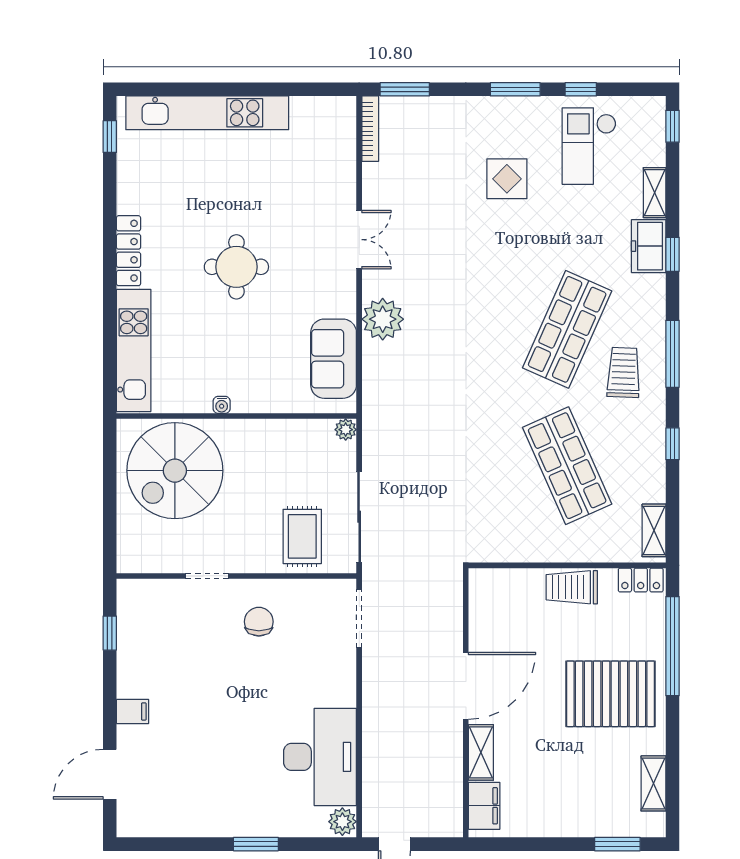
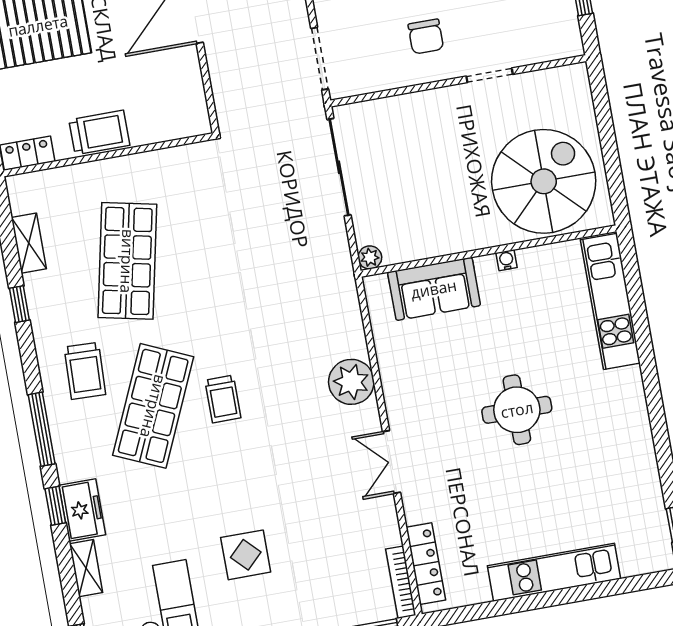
kitchen unit: (207, 113) -> (554, 572), width x0.73
locker: (128, 251) -> (426, 564), moved, turned 180
trolley: (502, 324) -> (223, 399), added
window: (672, 354) -> (42, 429), moved
sofa: (334, 359) -> (434, 289), moved, turned 90
shop shelf: (567, 466) -> (127, 261), turned 36
shelving: (654, 530) -> (29, 243), moved
rug: (302, 536) -> (396, 136), removed

